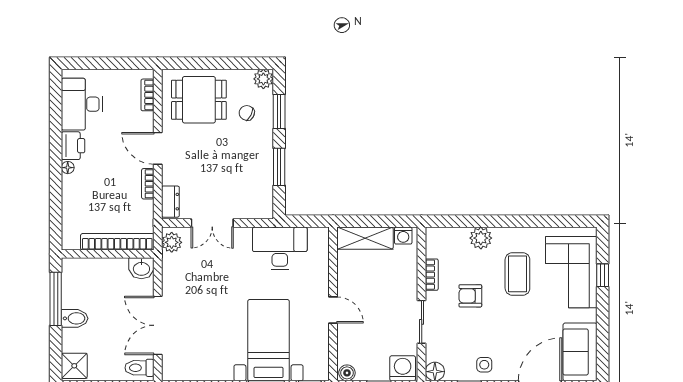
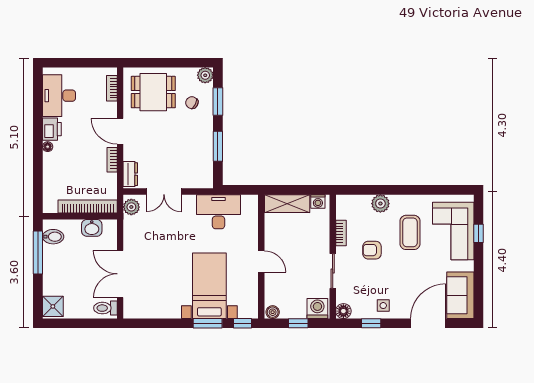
washbasin: (141, 268) -> (92, 228), moved
bidet: (75, 318) -> (53, 237), moved

